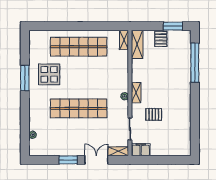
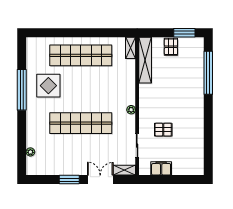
shelving: (137, 44) -> (145, 60), width x1.47
window: (25, 78) -> (22, 90), width x1.46
shelving: (136, 93) -> (144, 106), removed
filing cabinet: (141, 150) -> (161, 168), moved

